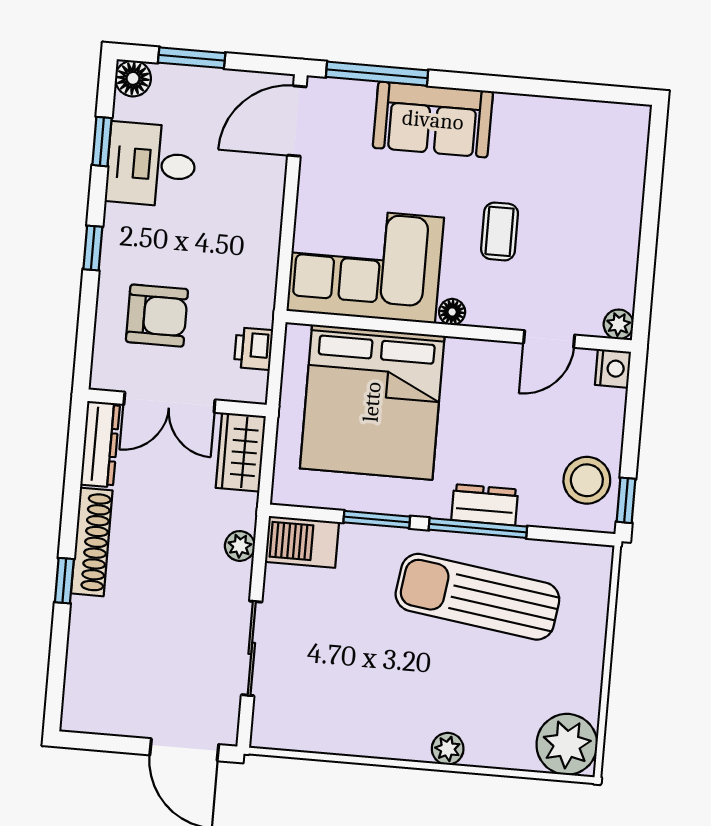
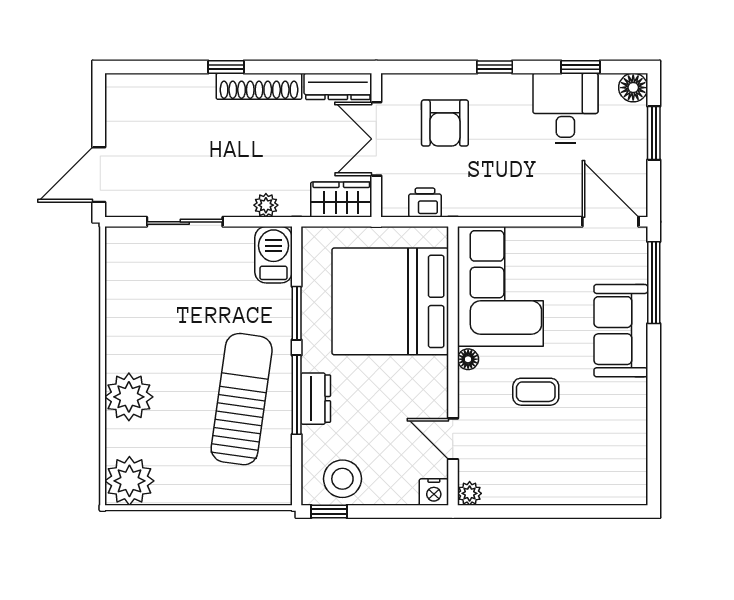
plant: (448, 749) -> (129, 397), width x1.88, depth x1.88

